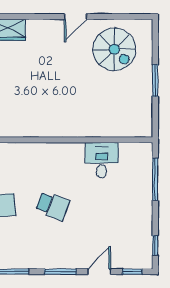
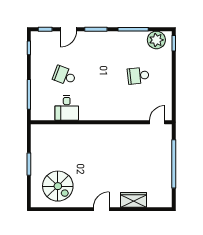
door: (76, 17) -> (101, 209), moved
spiral stairs: (114, 49) -> (58, 186), turned 180
school desk: (53, 206) -> (64, 76), moved

